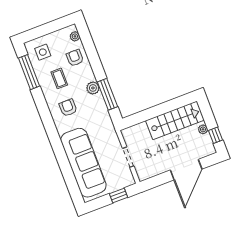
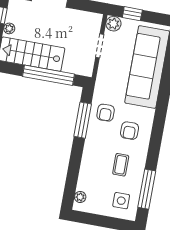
armchair: (75, 58) -> (106, 113), moved
plant: (93, 88) -> (113, 24), moved
window: (153, 112) -> (48, 75), added

